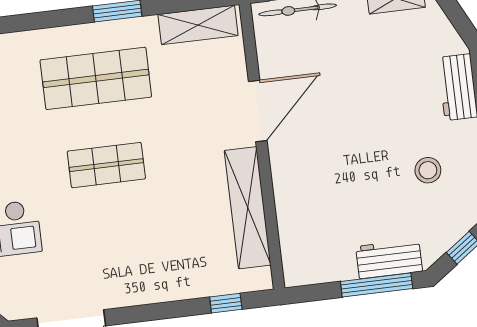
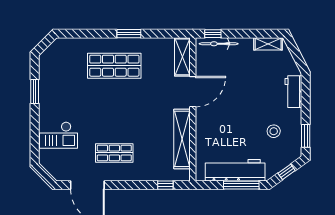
shelving: (198, 25) -> (182, 57), moved, turned 90
shop shelf: (106, 165) -> (114, 153), moved
workbench: (389, 259) -> (235, 170), width x1.88, depth x1.32

